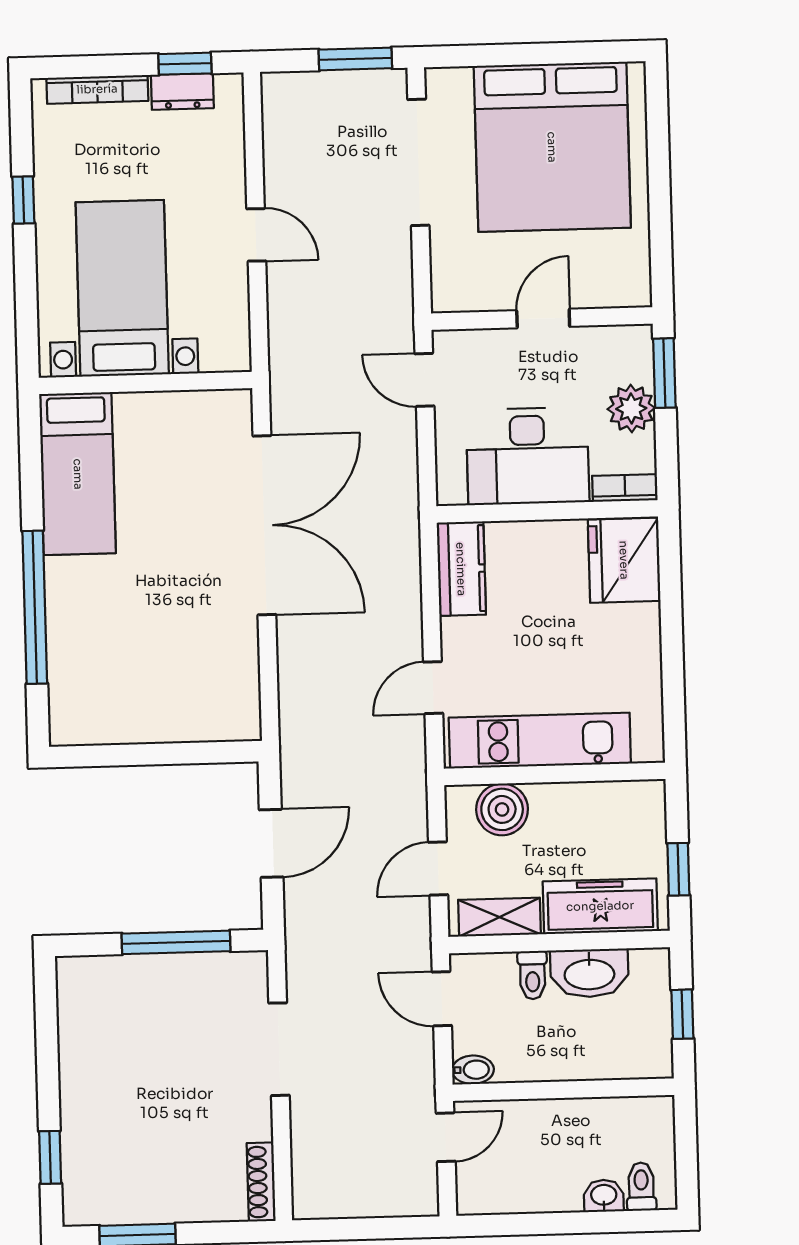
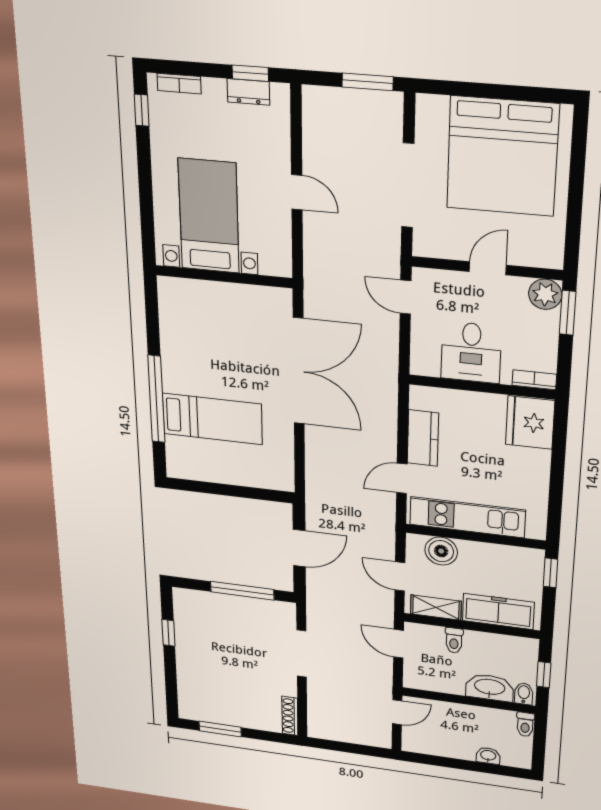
bookcase: (97, 89) -> (179, 84), width x0.64
doorway: (418, 162) -> (408, 185), moved
window: (23, 200) -> (142, 110), moved
plant: (631, 409) -> (545, 294), moved
desk: (528, 456) -> (471, 352), width x0.73
bed: (78, 474) -> (212, 419), moved, turned -90
kitchen counter: (461, 569) -> (423, 438), moved
door: (438, 868) -> (400, 576), hinge flipped
window: (678, 869) -> (550, 573), moved
washbasin: (589, 973) -> (490, 688), moved, turned 180
bidet: (473, 1070) -> (524, 694), moved, turned -90
window: (50, 1157) -> (168, 633), moved
toilet: (641, 1187) -> (525, 724), moved, turned 180

